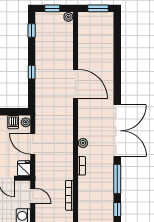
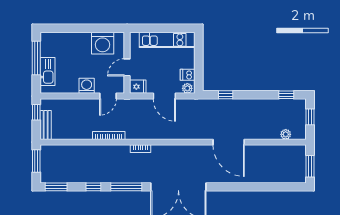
plant: (68, 17) -> (286, 134), moved
window: (32, 72) -> (226, 95), moved
door: (76, 84) -> (229, 142), hinge flipped
plant: (83, 143) -> (165, 150), removed
door: (33, 144) -> (164, 96), swing flipped

